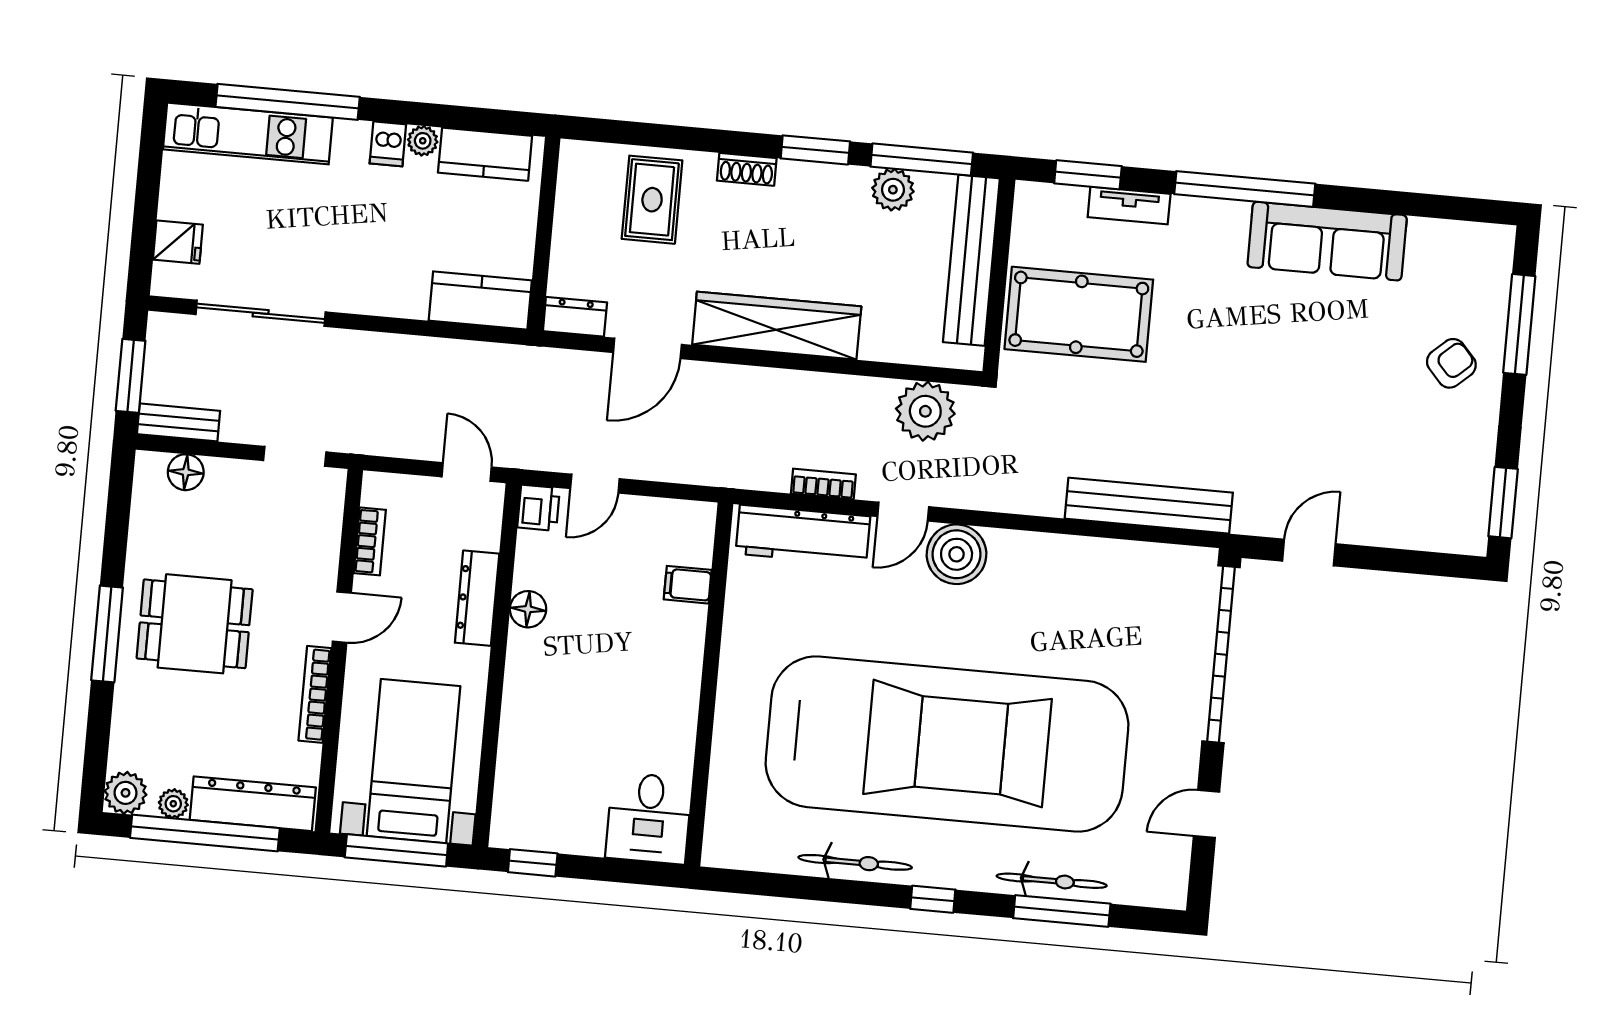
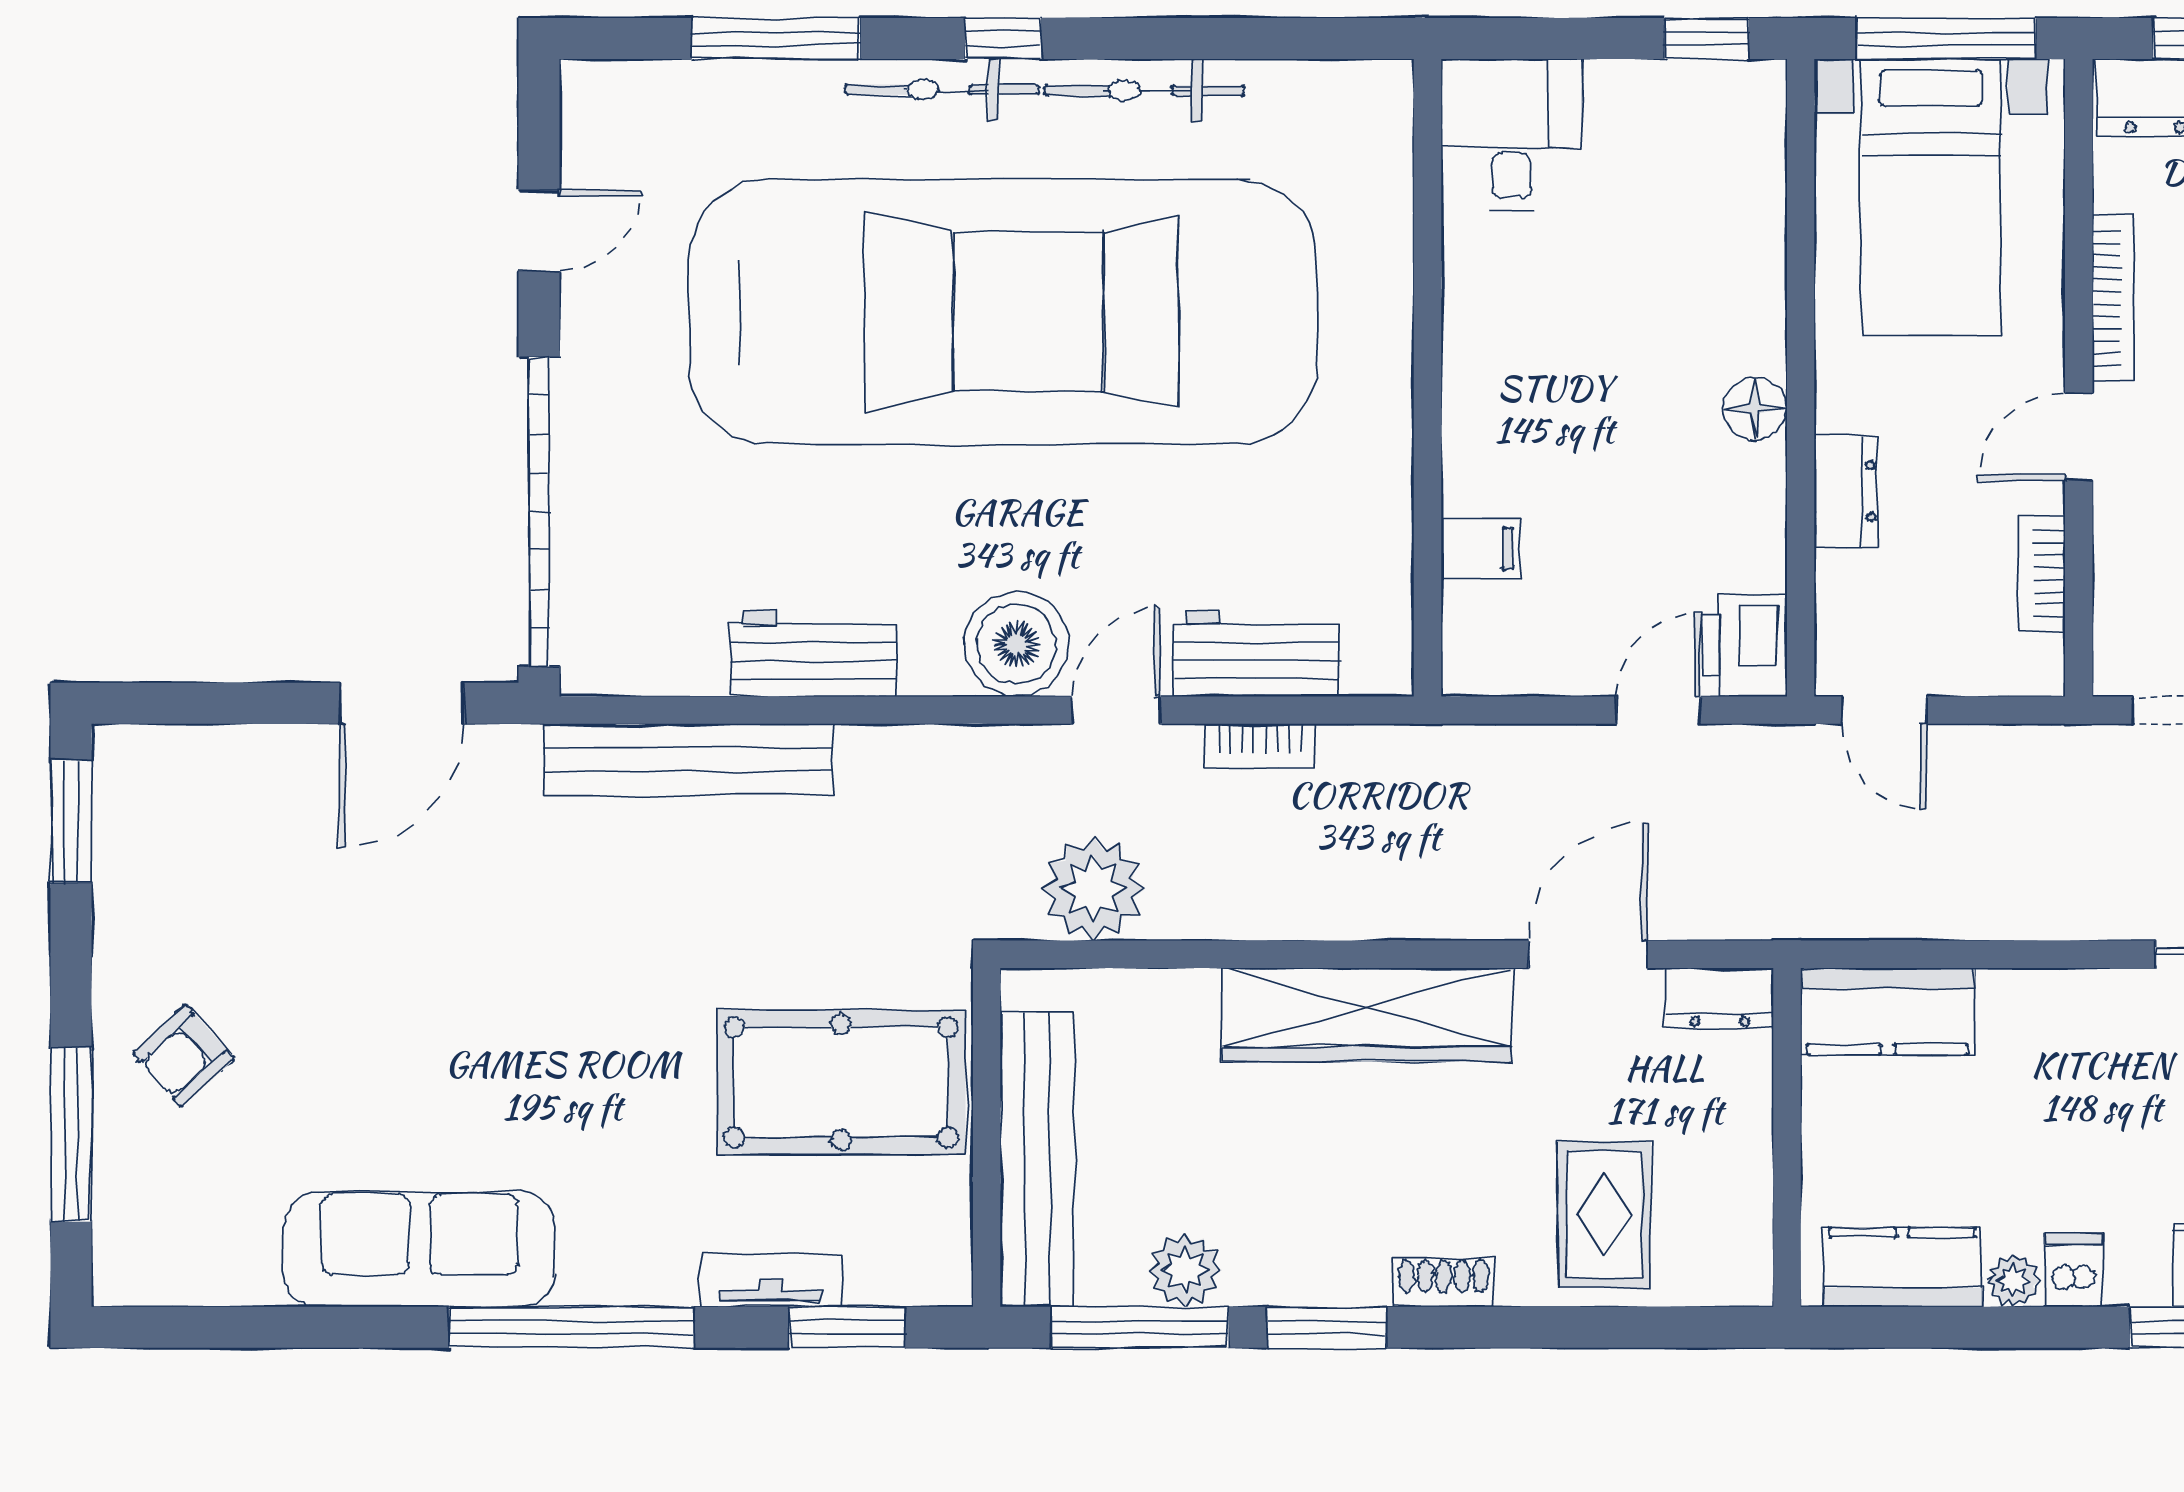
printer: (539, 508) -> (1745, 645), width x1.36, depth x1.24
workbench: (803, 535) -> (1256, 653), width x0.73
door: (1309, 552) -> (402, 703), width x1.38
workbench: (1073, 559) -> (813, 654), added
dresser: (477, 598) -> (1846, 491), width x0.70
floor lamp: (528, 609) -> (1755, 408), moved
car: (947, 744) -> (1003, 312), turned 180
bicycle: (1052, 881) -> (942, 90), moved

